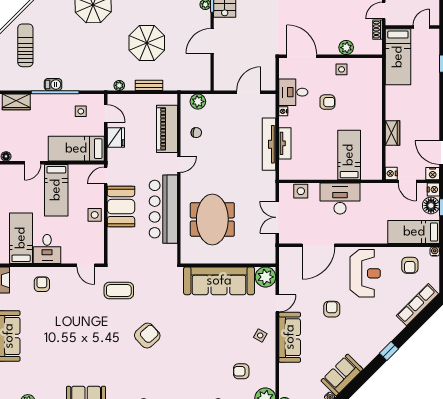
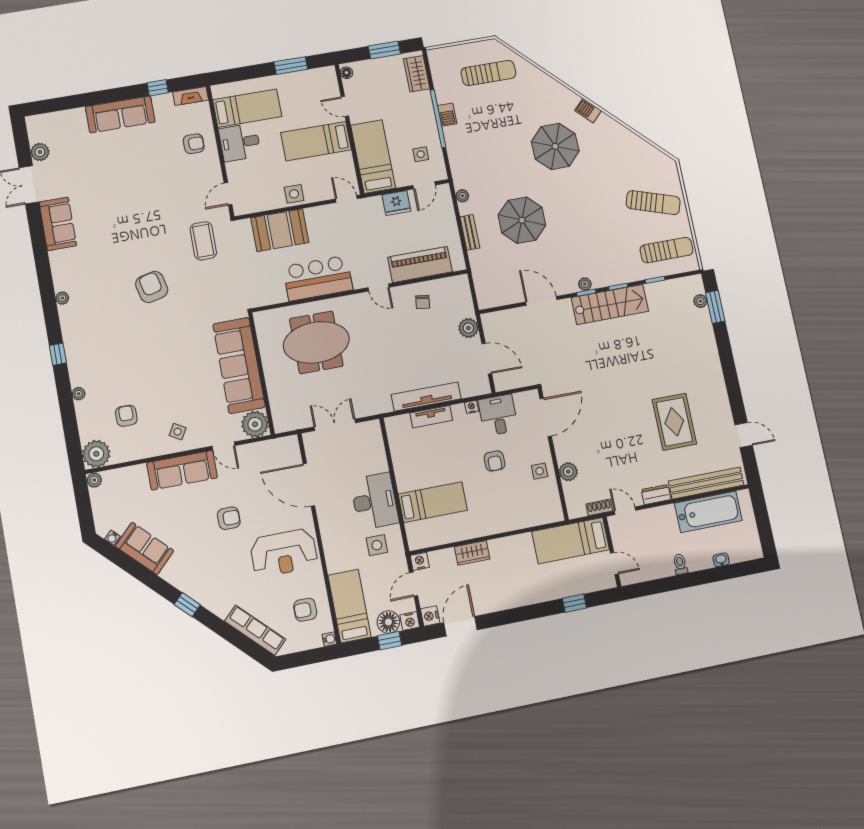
plant: (198, 102) -> (468, 328), moved
side table: (301, 191) -> (377, 545), moved
booth: (121, 207) -> (280, 230), moved
bar counter: (163, 209) -> (318, 278), width x0.73
armchair: (147, 336) -> (152, 287), turned -151

